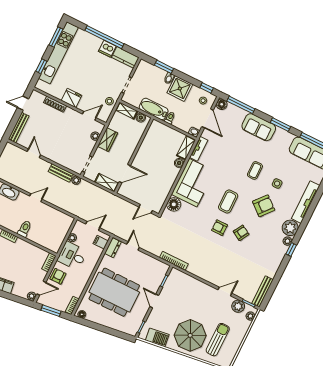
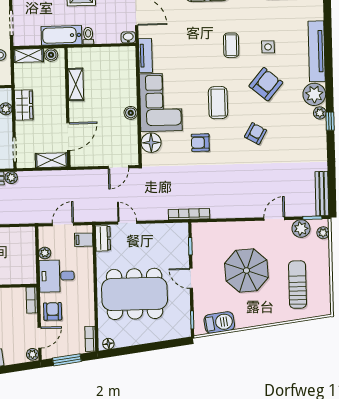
shelving: (186, 148) -> (76, 84), moved
boiler: (179, 163) -> (131, 113), moved
armchair: (220, 228) -> (200, 143), moved
parasol: (190, 335) -> (246, 270), moved

